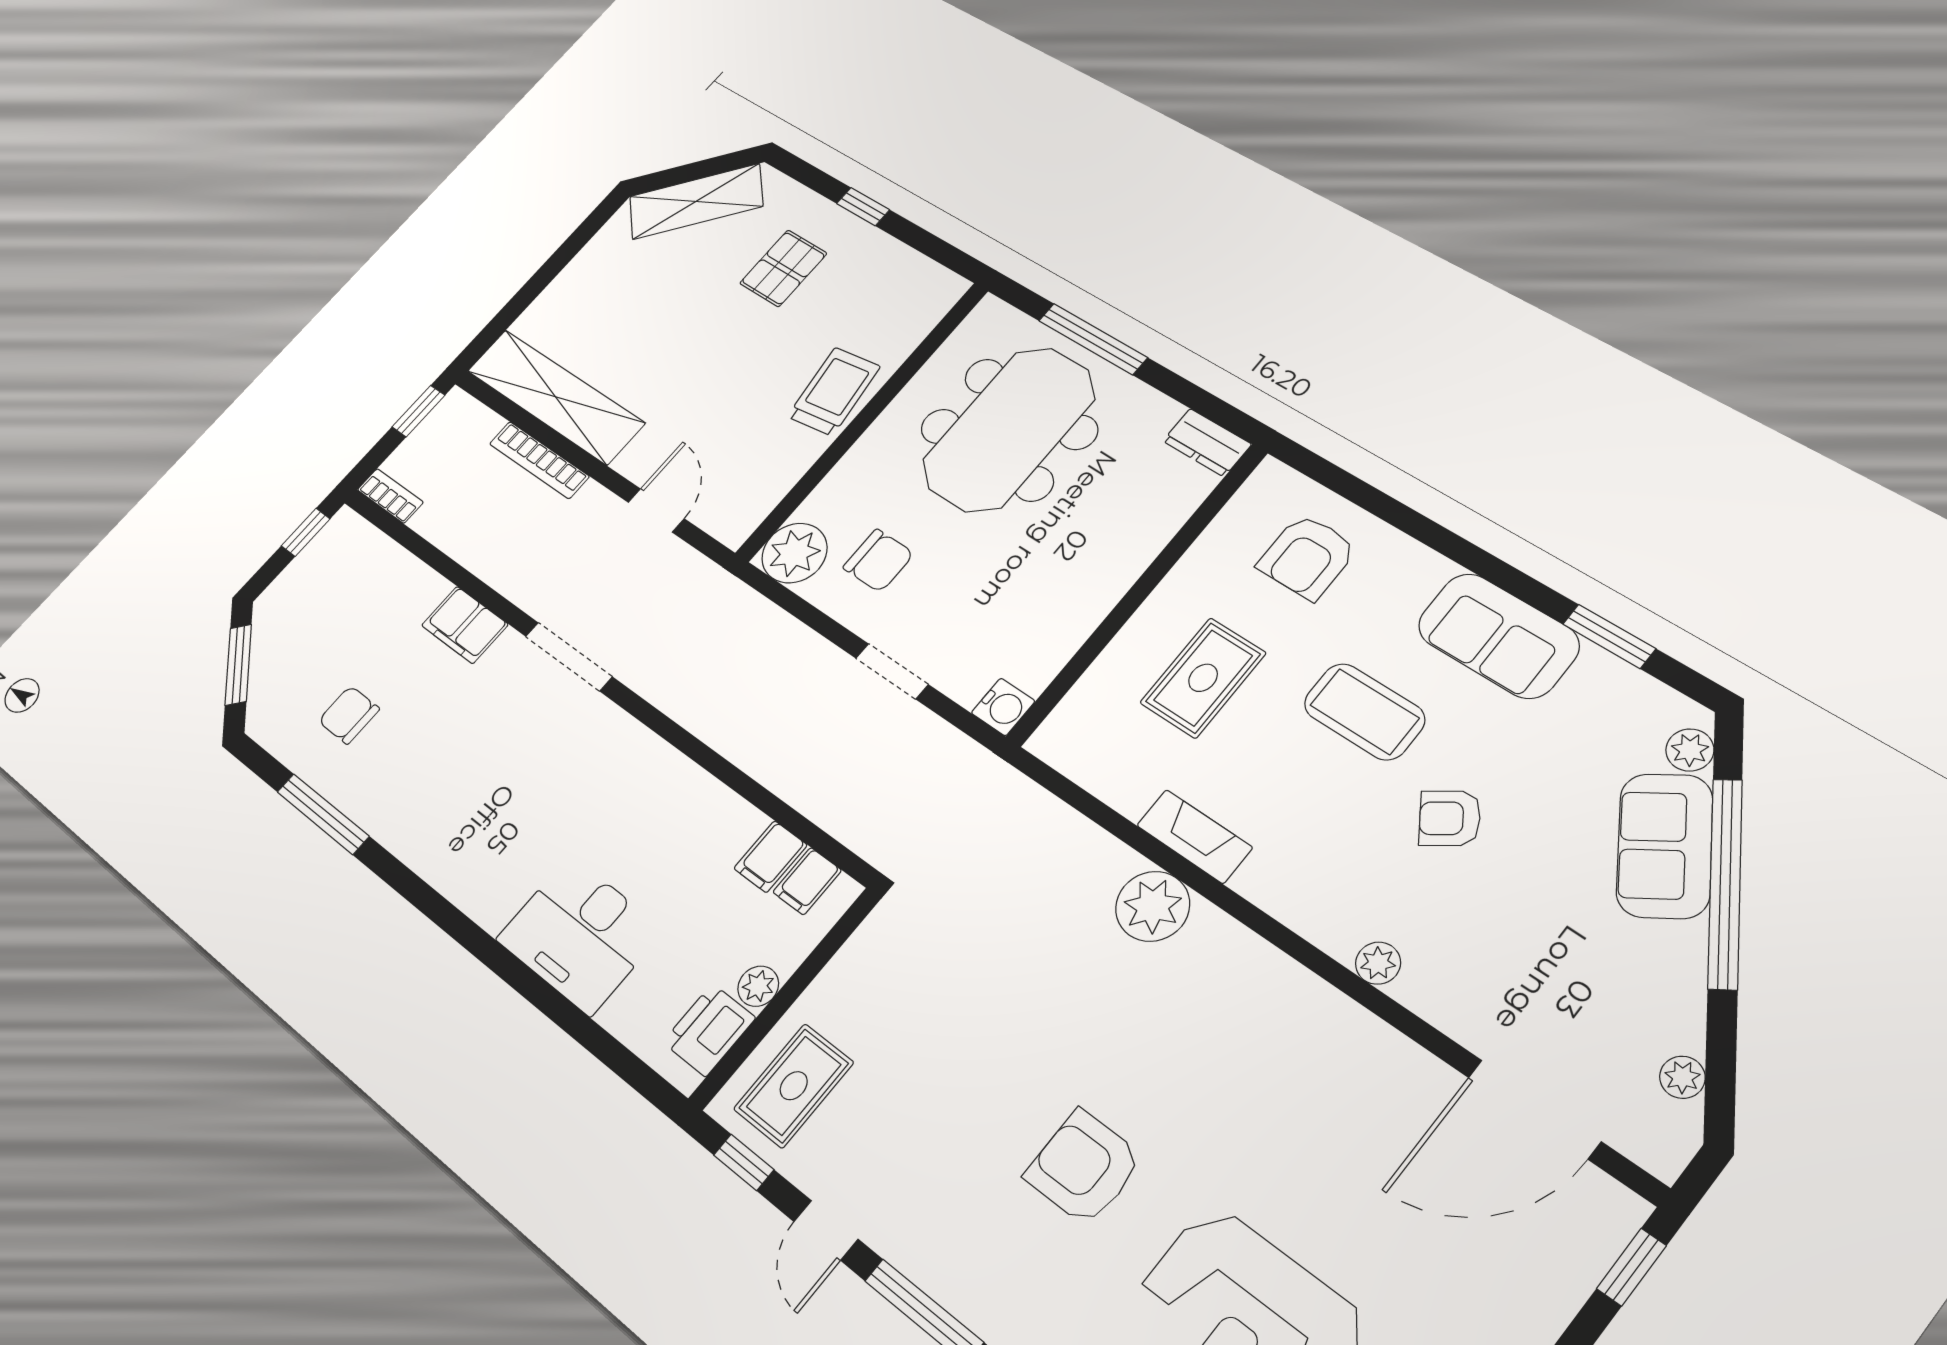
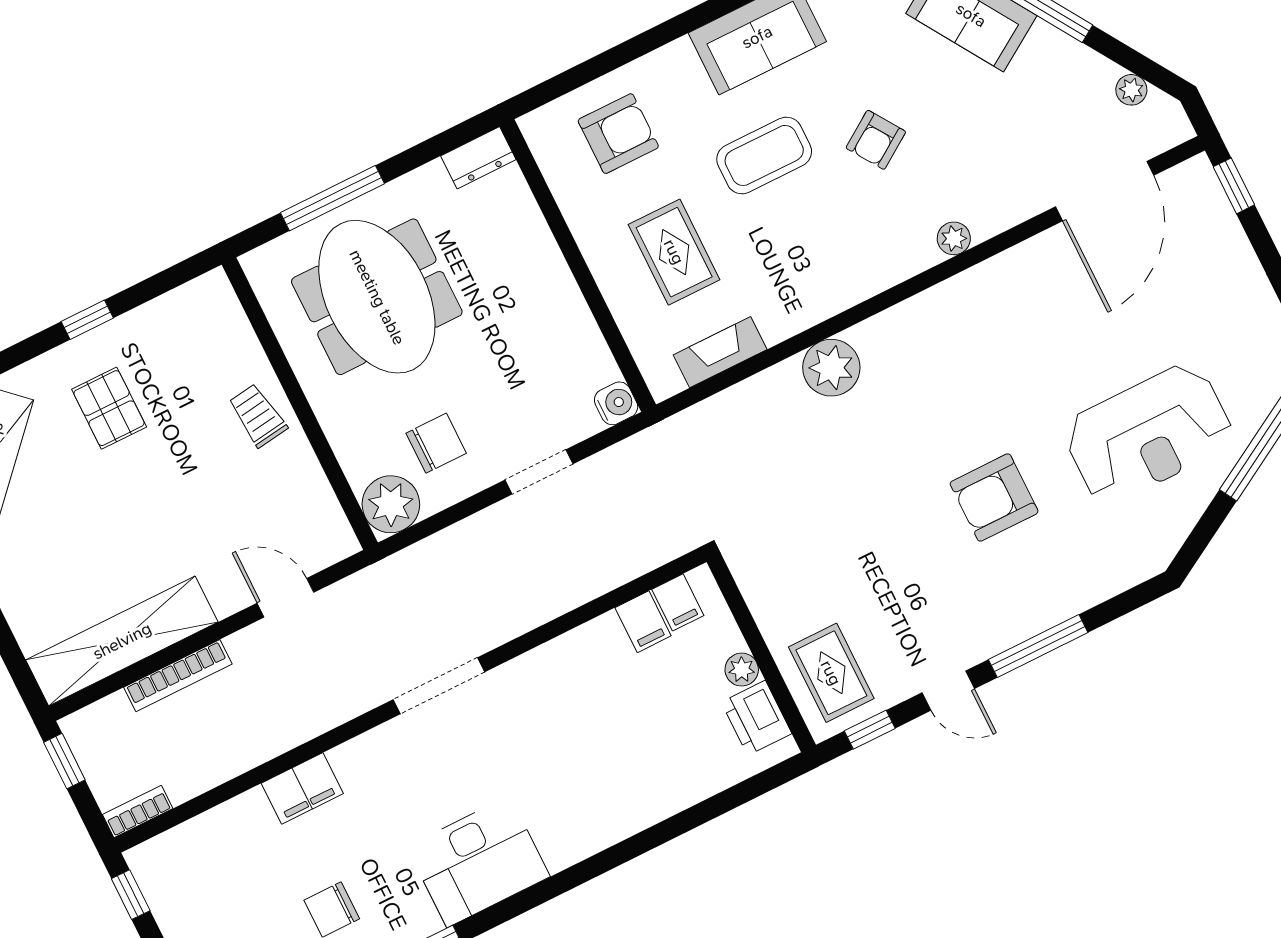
trolley: (834, 392) -> (258, 416), width x0.73, depth x0.72
armchair: (1307, 557) -> (618, 134), turned -90
doorway: (569, 657) -> (439, 686), moved
fireplace: (1194, 836) -> (720, 352), moved
desk: (580, 935) -> (478, 862), moved

